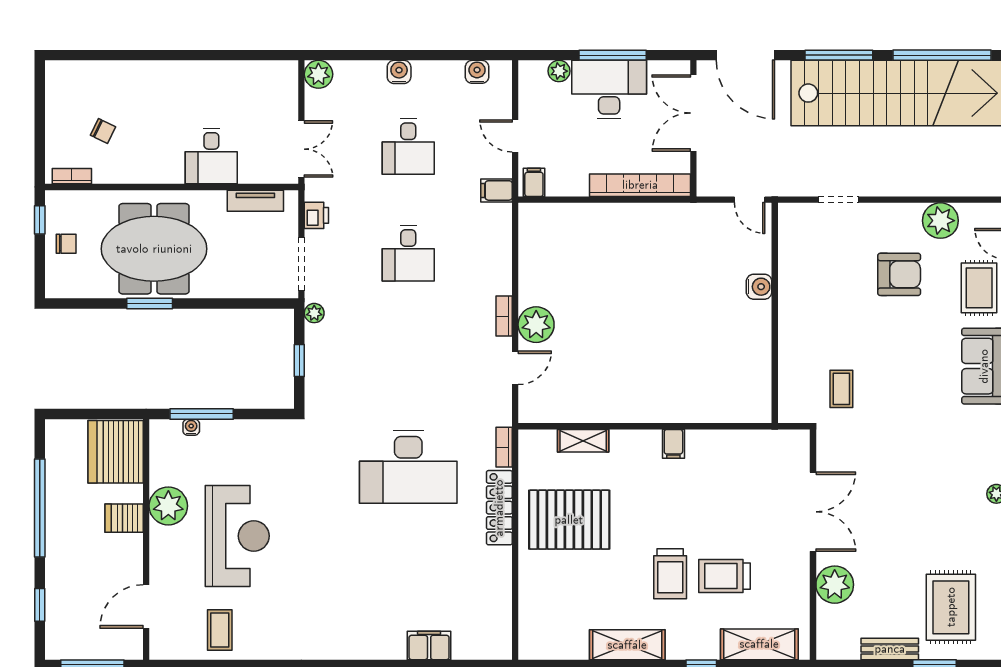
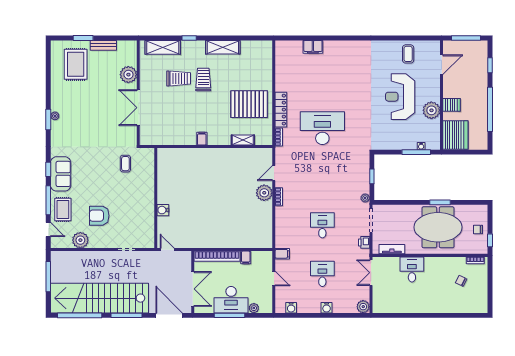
filing cabinet: (534, 182) -> (246, 257), moved

